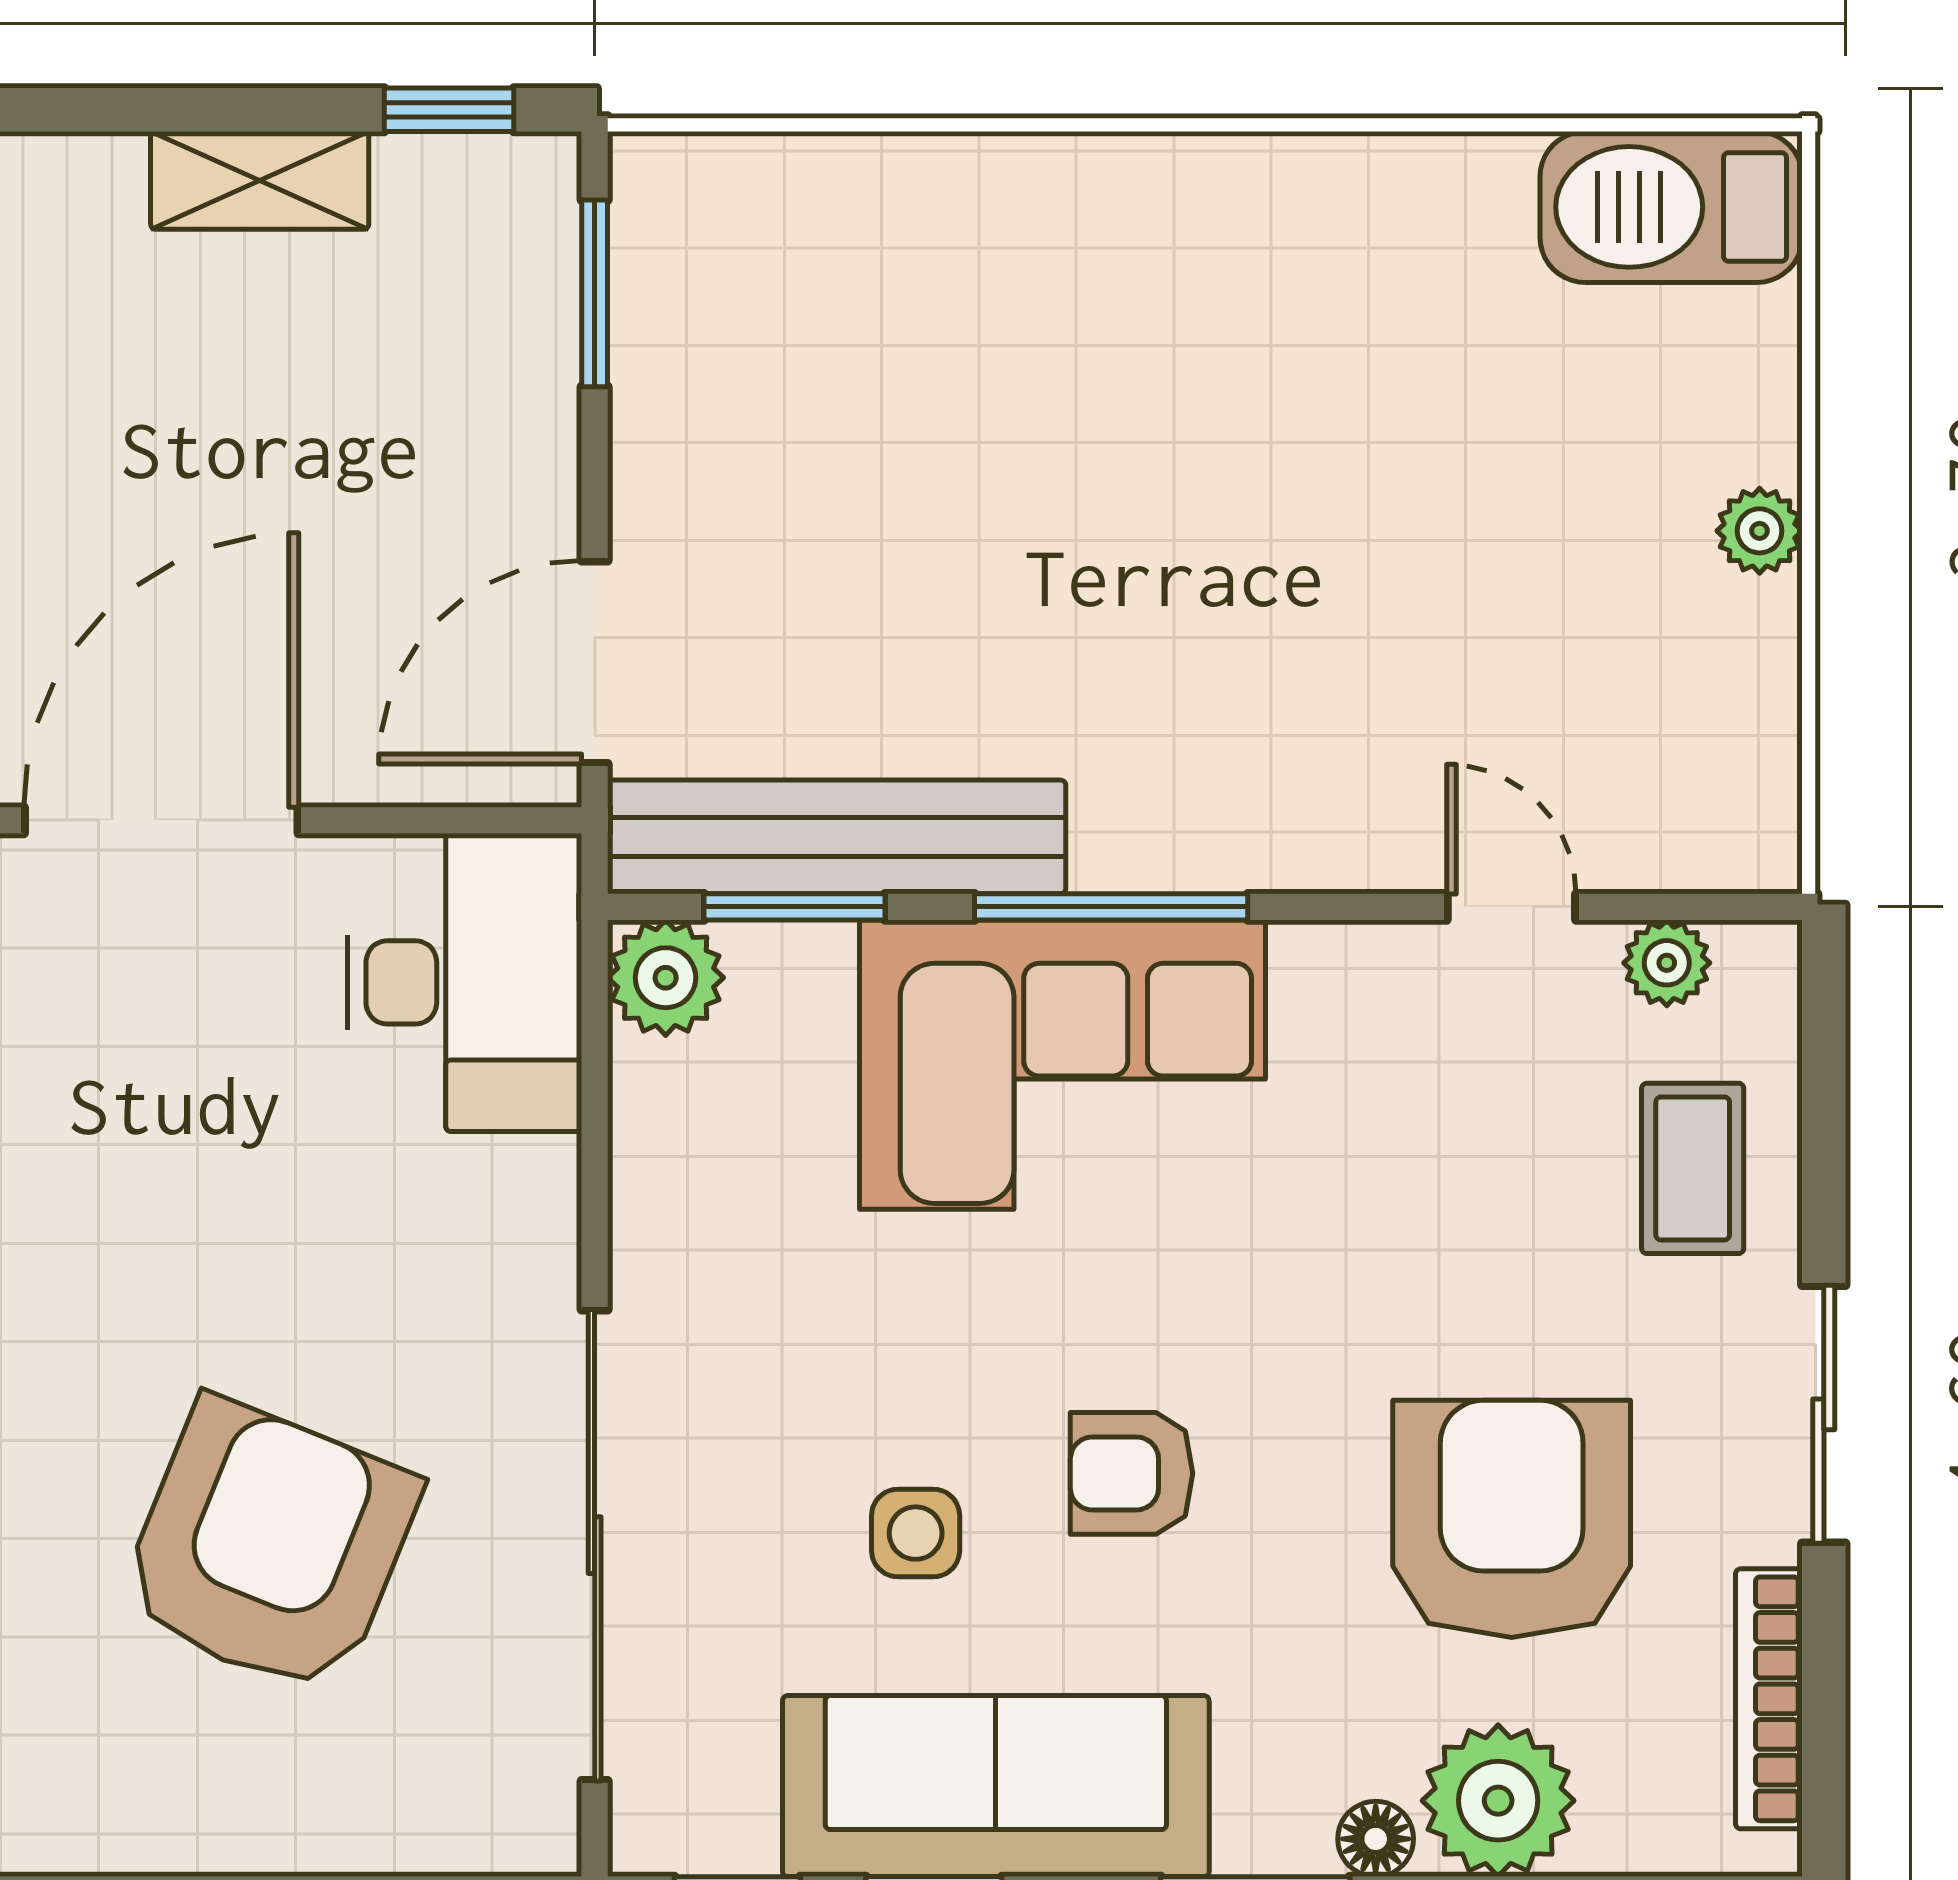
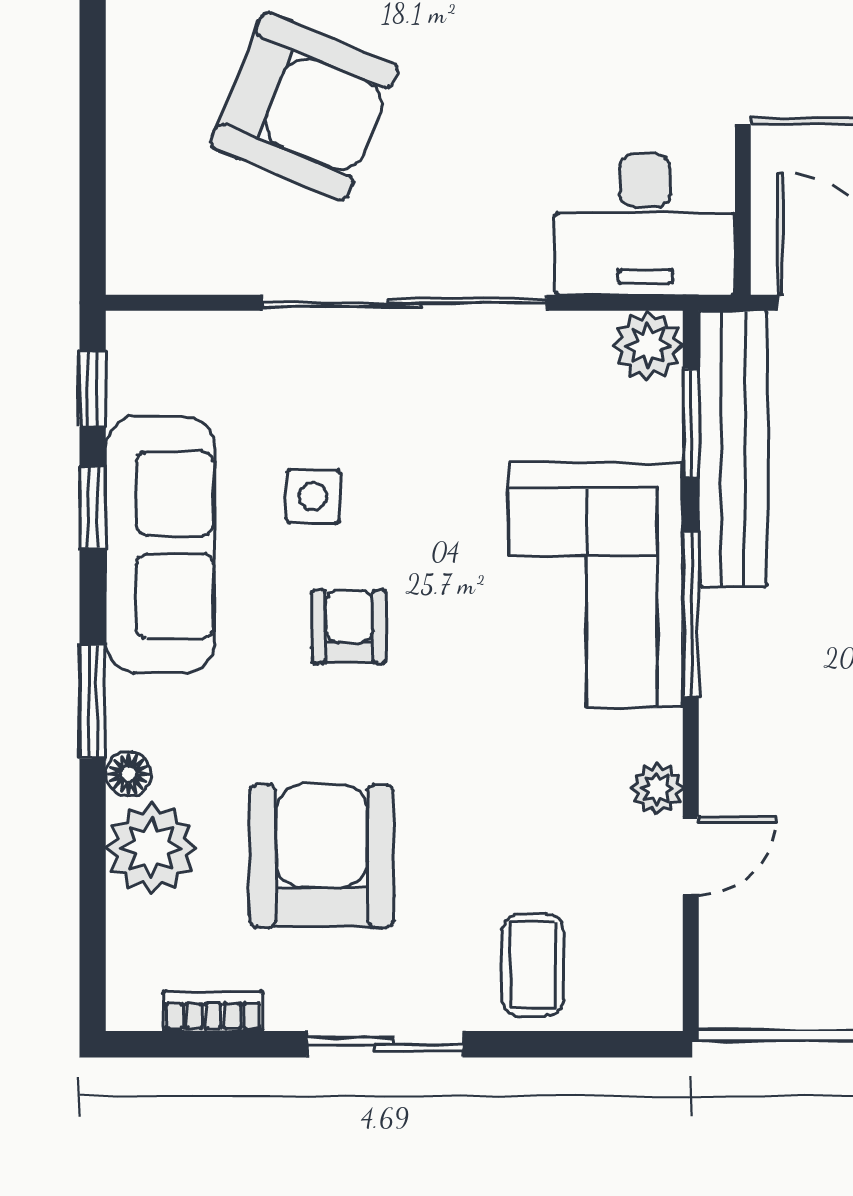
plant: (1667, 963) -> (657, 788), moved
coffee table: (1693, 1168) -> (533, 965), turned 90
armchair: (1512, 1519) -> (322, 856), turned -90
sliding door: (595, 1545) -> (404, 303), moved
bookcase: (1769, 1699) -> (213, 1011), width x0.64

